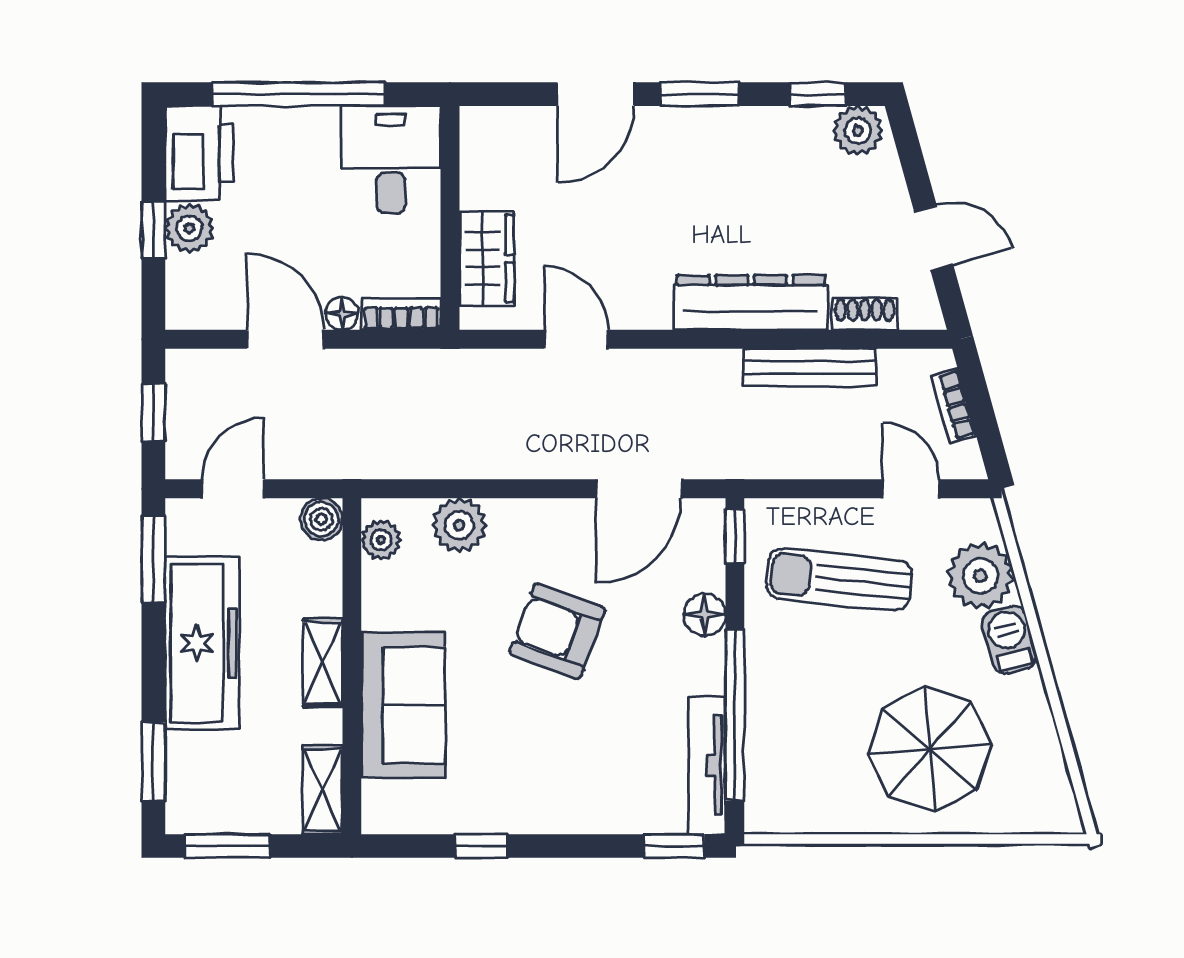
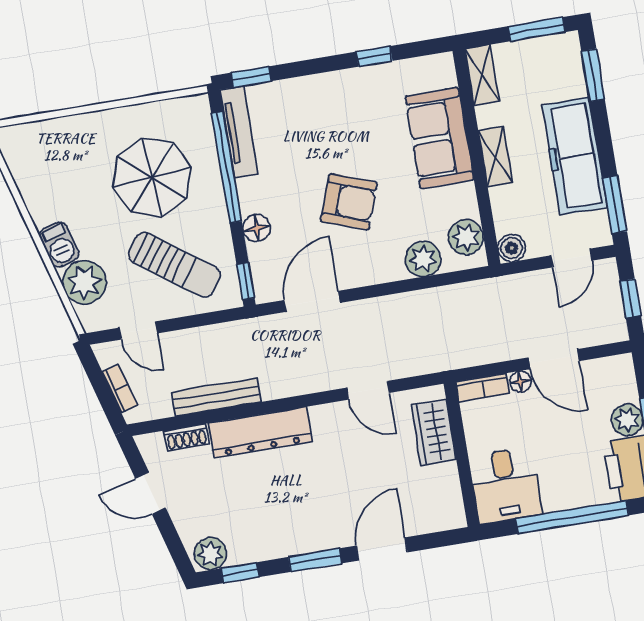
plant: (381, 540) -> (466, 237), width x1.38, depth x1.38
sun lounger: (839, 579) -> (174, 265), turned 30
parasol: (930, 749) -> (152, 178), moved

